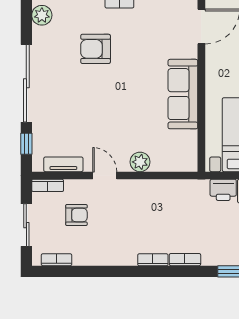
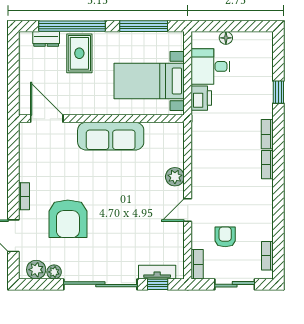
plant: (39, 34) -> (54, 272), added
armchair: (96, 49) -> (68, 219), width x1.36, depth x1.36
tv unit: (63, 164) -> (157, 272), moved, turned 90

